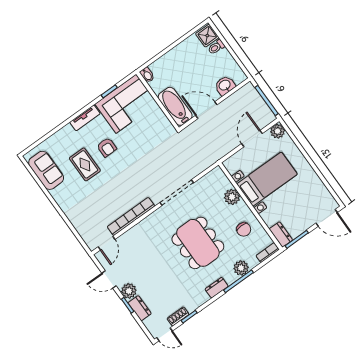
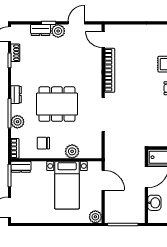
door: (252, 139) -> (103, 180), moved

